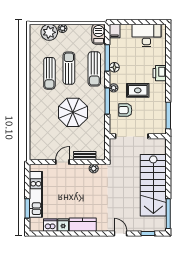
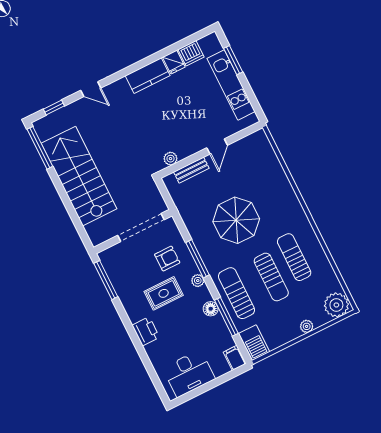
plant: (49, 32) -> (336, 305), moved

